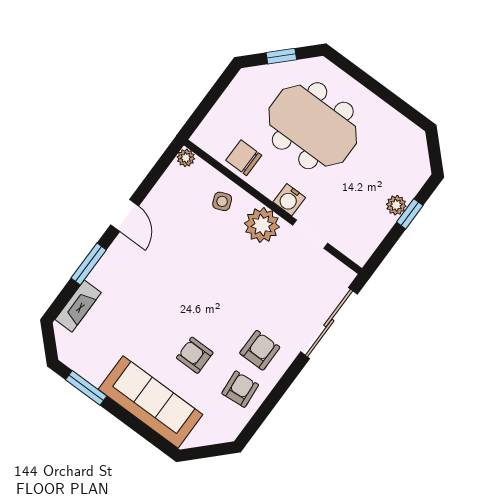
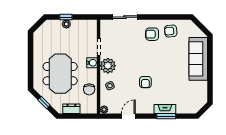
dresser: (232, 98) -> (71, 109), added
door: (125, 215) -> (128, 116), moved
fireplace: (78, 306) -> (165, 109), moved
sliding door: (329, 323) -> (125, 17), width x0.73
armchair: (195, 355) -> (145, 82), moved
window: (86, 388) -> (210, 85), removed

